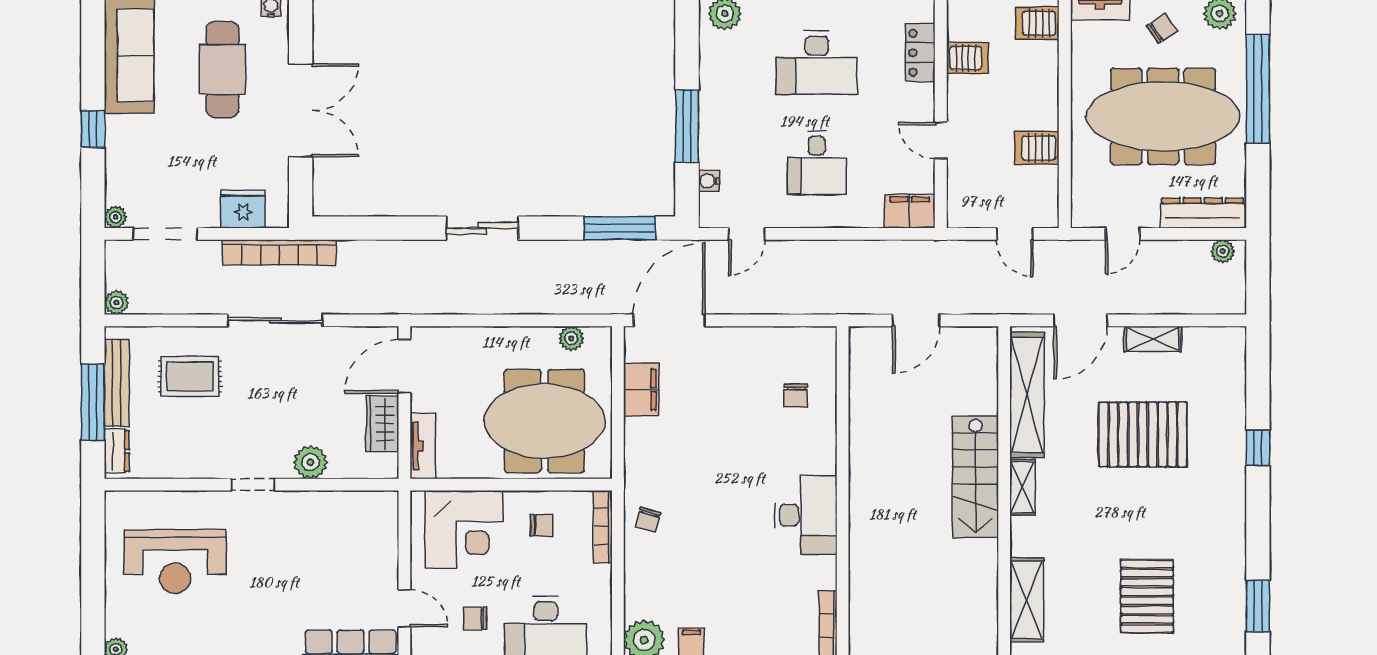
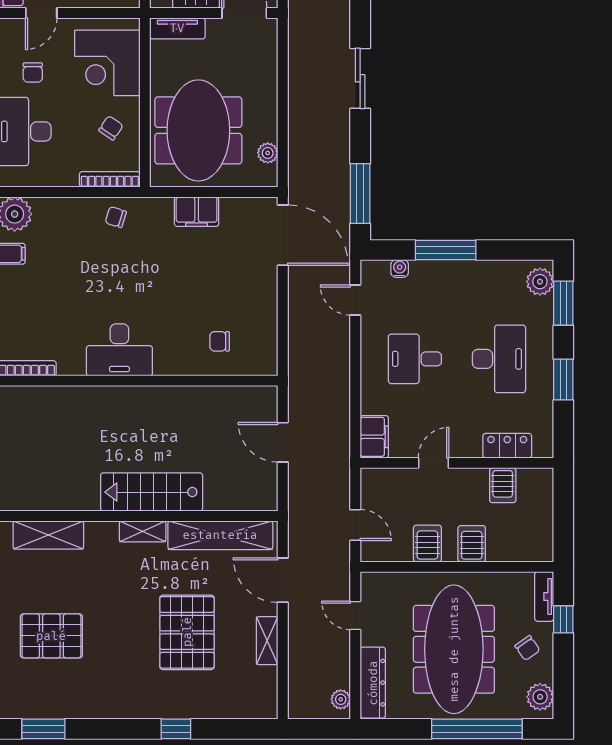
server rack: (1037, 23) -> (472, 544), moved
desk: (817, 63) -> (499, 359), turned 180
door: (1015, 234) -> (355, 525), swing flipped
filing cabinet: (641, 390) -> (197, 212), moved
chair: (541, 525) -> (111, 128), turned -146
chair: (475, 618) -> (33, 72), turned 180

